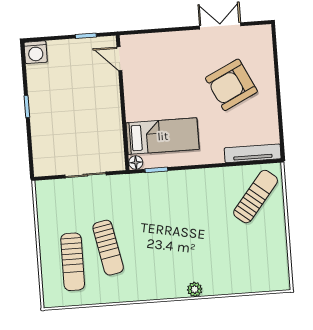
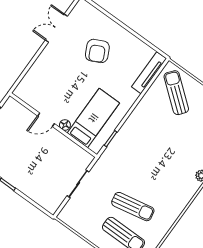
door: (119, 59) -> (46, 120), moved
armchair: (231, 85) -> (97, 51), width x0.73, depth x0.73
floor lamp: (136, 162) -> (65, 125), moved

